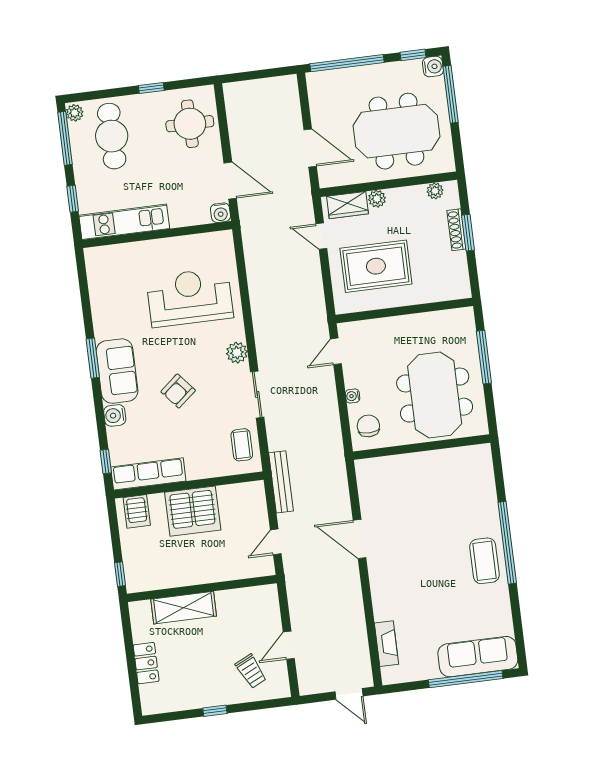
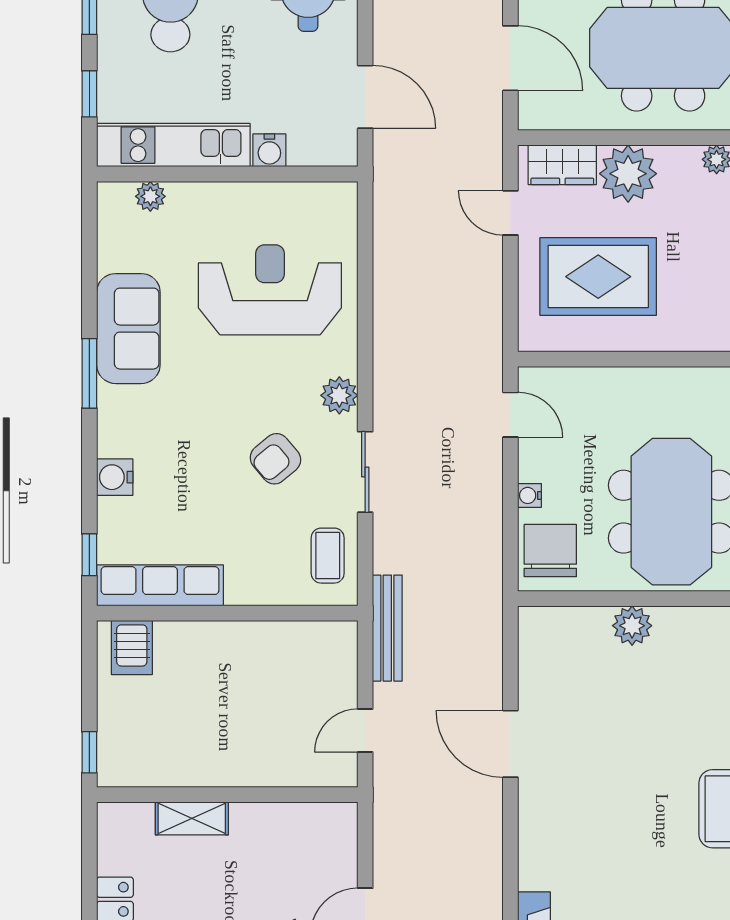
plant: (377, 199) -> (628, 174), width x1.88, depth x1.88
water cooler: (220, 213) -> (269, 150), moved
plant: (115, 253) -> (150, 196), added
door: (336, 351) -> (510, 415), swing flipped
sofa: (117, 371) -> (128, 329), moved
armchair: (178, 391) -> (275, 459), moved
chair: (368, 426) -> (550, 551), width x1.37, depth x1.37
plant: (420, 463) -> (632, 626), added
server rack: (193, 511) -> (228, 659), removed
shelving: (184, 608) -> (192, 818), width x0.67, depth x0.75

